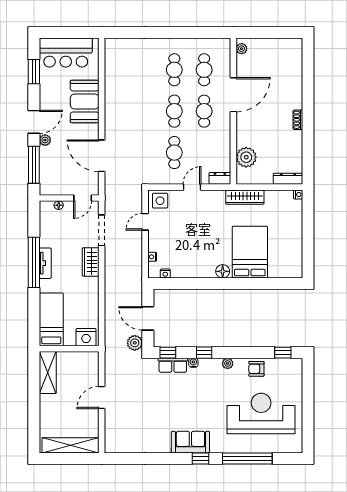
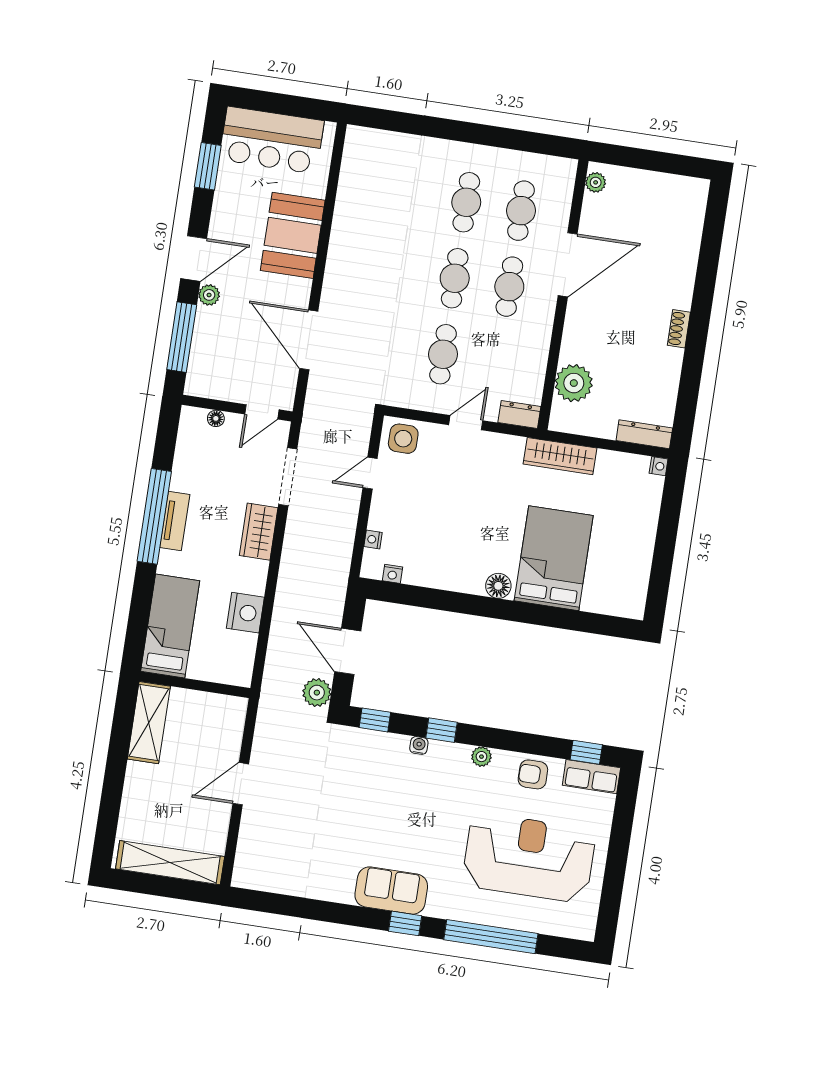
nightstand: (86, 337) -> (245, 613), moved, turned -90
row of seats: (173, 365) -> (591, 777), moved

